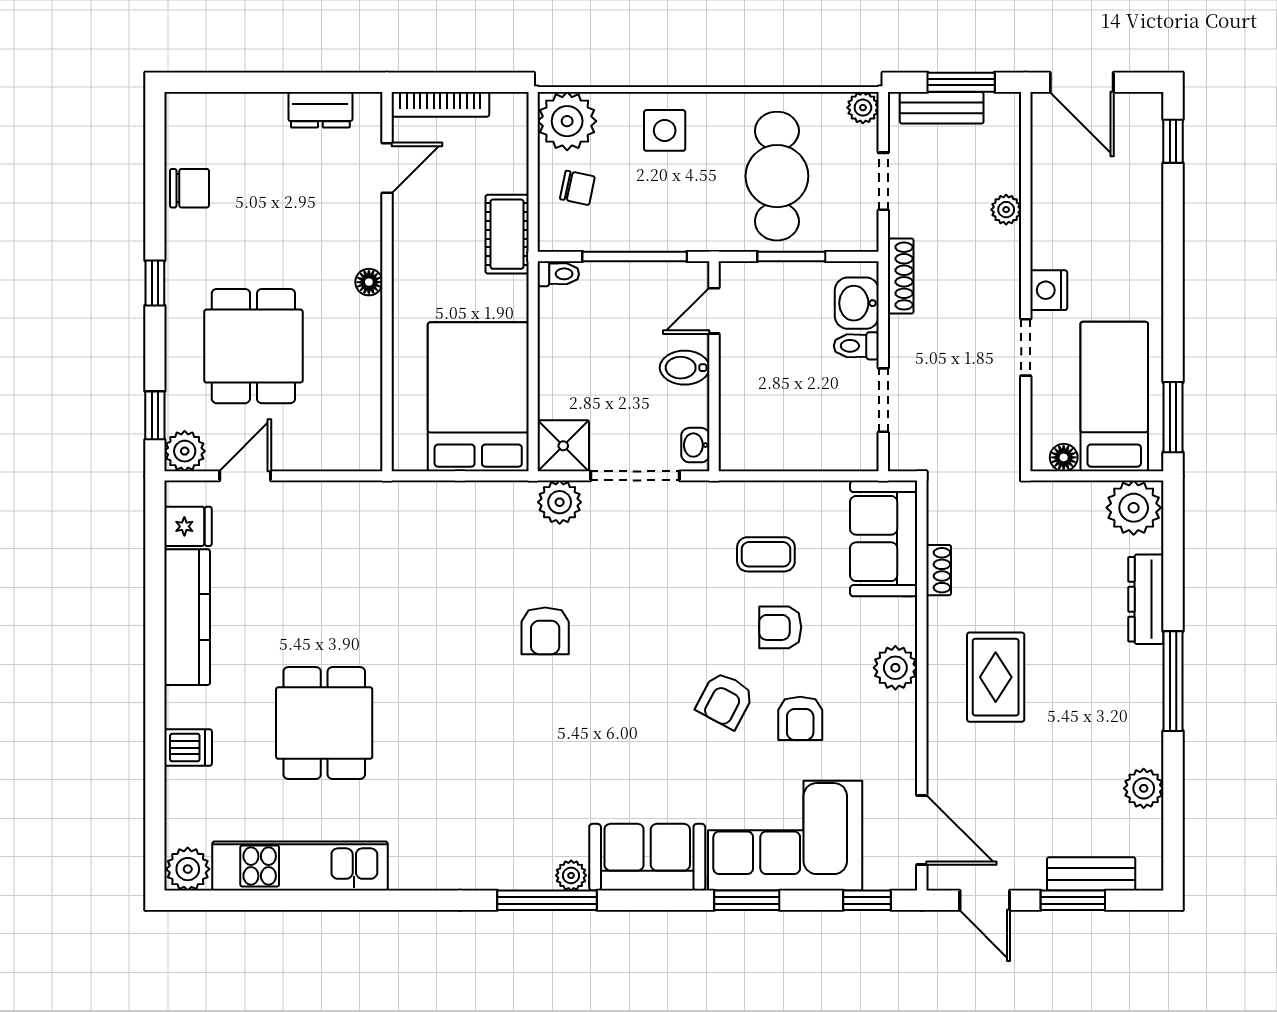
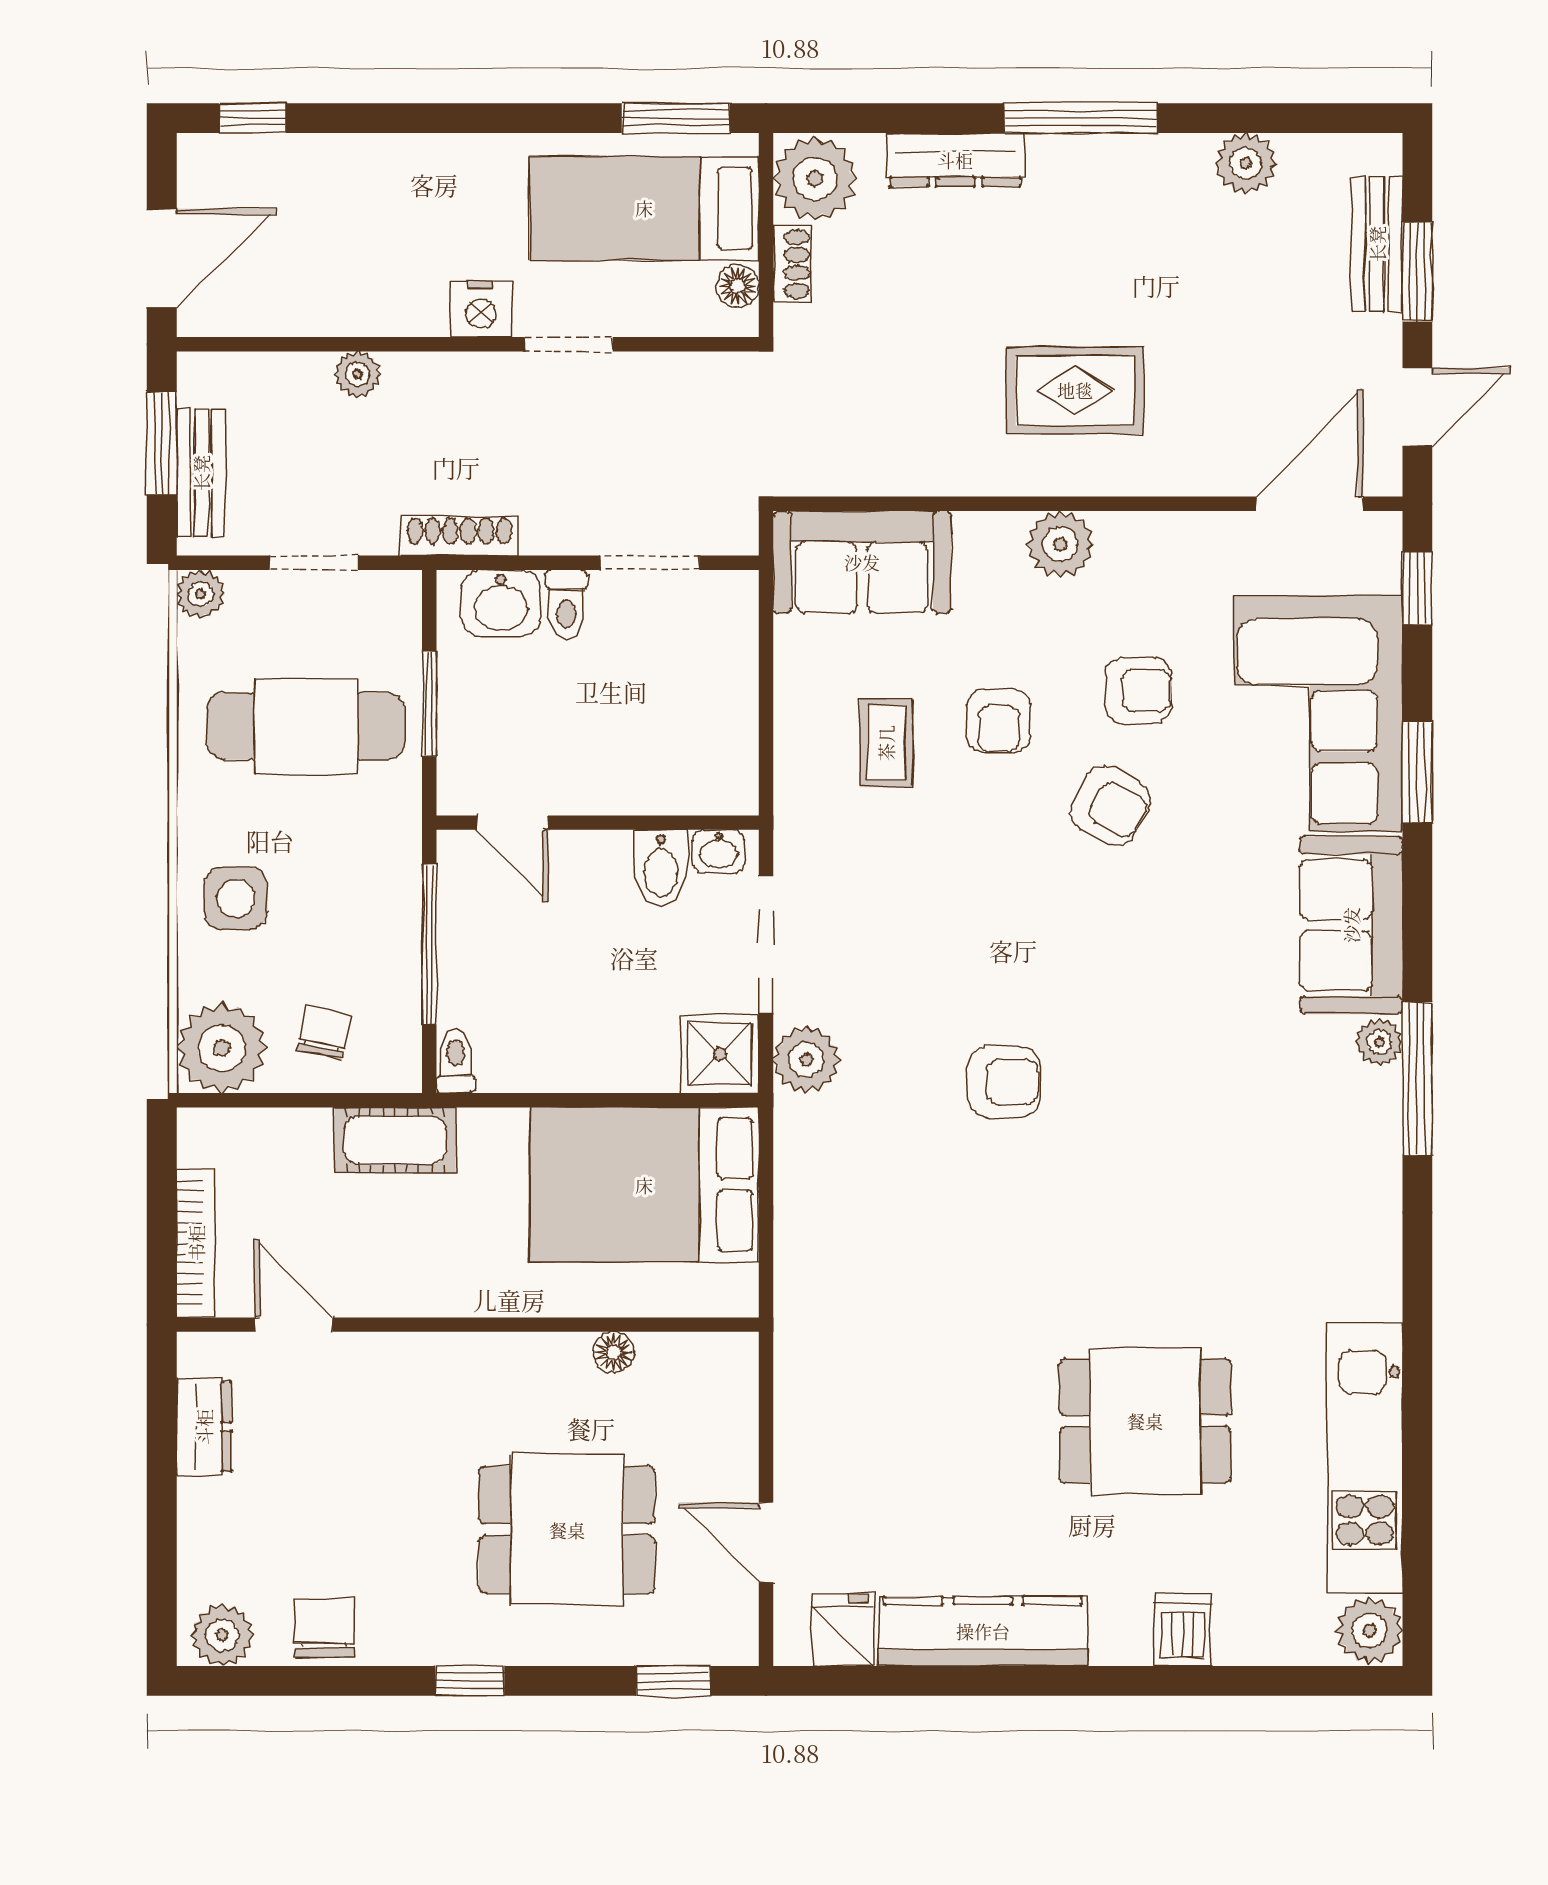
floor lamp: (369, 282) -> (614, 1352), moved
bidet: (685, 368) -> (661, 868), moved
plant: (185, 451) -> (222, 1635), moved
shoe rack: (939, 570) -> (792, 264), moved, turned 90

